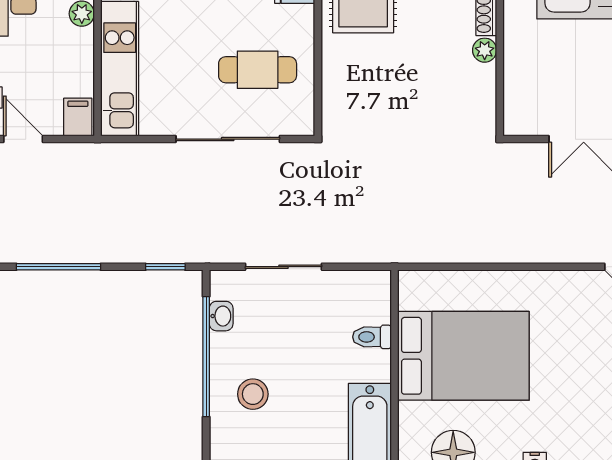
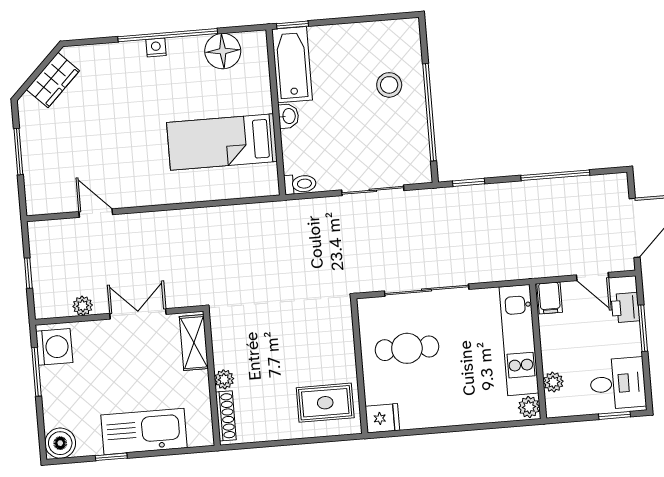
shelving: (518, 98) -> (194, 343), added
washbasin: (221, 316) -> (288, 116), moved, turned 180
toilet: (372, 337) -> (300, 184), moved
bed: (463, 356) -> (222, 142), width x0.67

